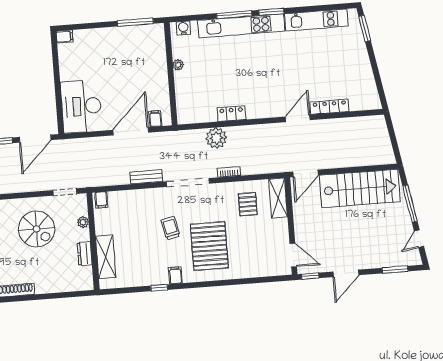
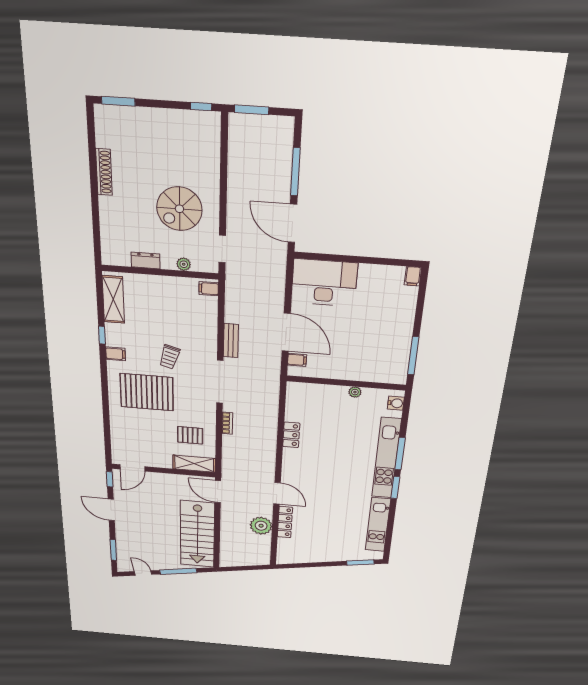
plant: (216, 138) -> (261, 526), moved
trolley: (171, 228) -> (169, 357), turned 118
shelving: (106, 257) -> (113, 299), moved, turned 90

